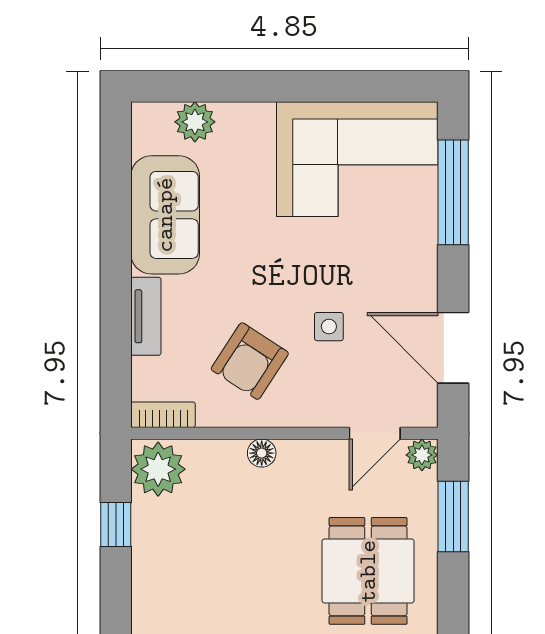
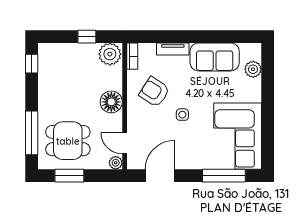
side table: (329, 327) -> (182, 115), moved
floor lamp: (262, 453) -> (111, 102), width x1.89, depth x1.89
window: (453, 516) -> (69, 176), moved

